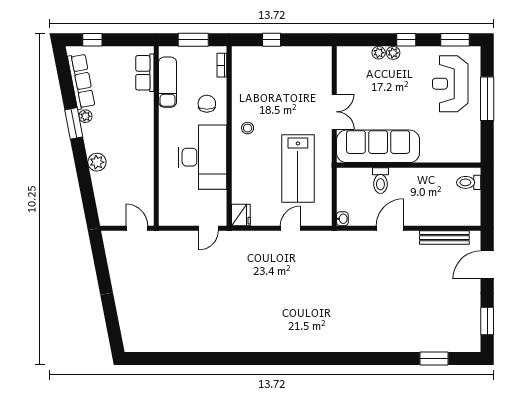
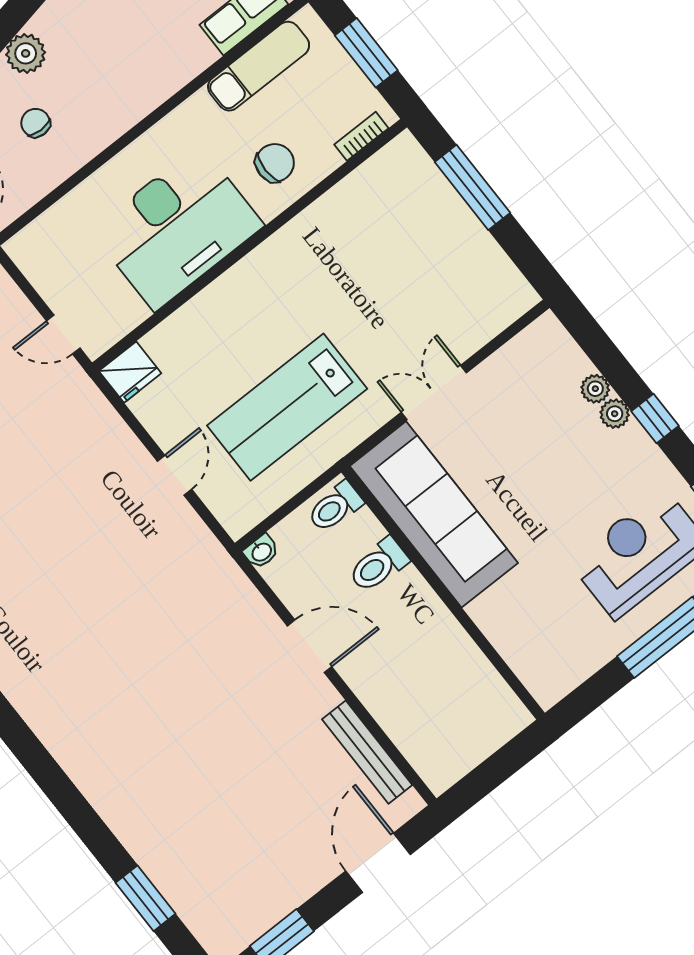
window: (272, 40) -> (472, 187), width x2.17
double door: (334, 112) -> (434, 392), swing flipped
stool: (248, 128) -> (288, 266), removed
chair: (125, 178) -> (36, 123), added
toilet: (469, 182) -> (335, 507), moved, turned -90
door: (290, 228) -> (174, 475), hinge flipped
door: (487, 265) -> (378, 863), hinge flipped

